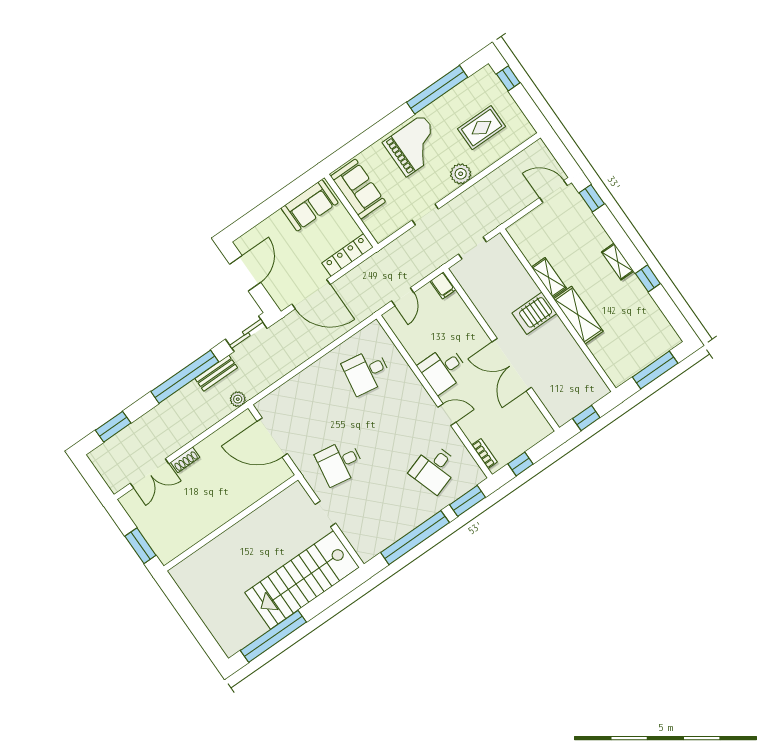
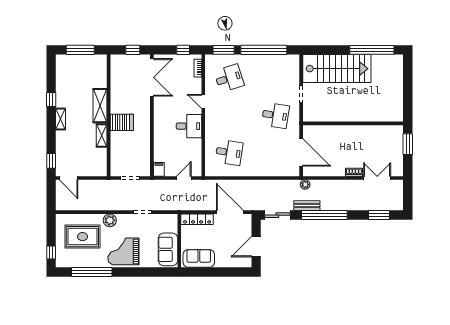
rug: (482, 128) -> (82, 237), width x1.36, depth x1.43
double door: (512, 365) -> (152, 77), moved

